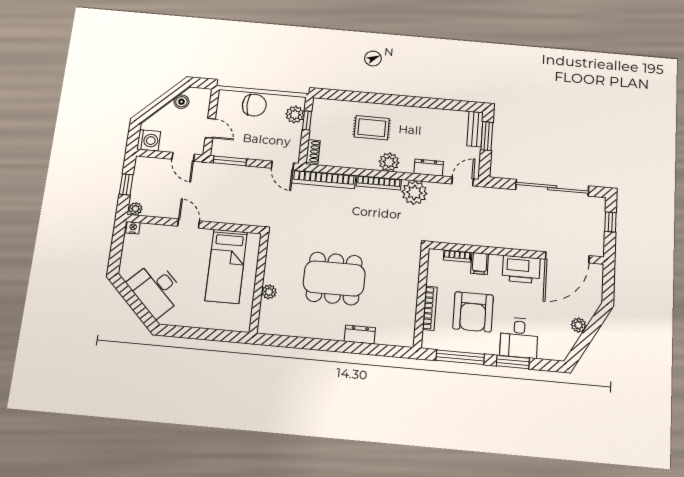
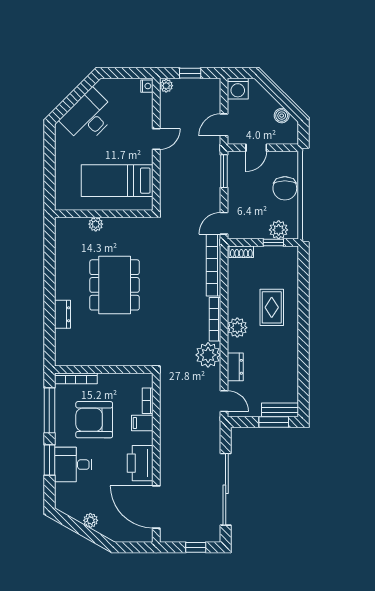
bookcase: (430, 308) -> (76, 378), moved

